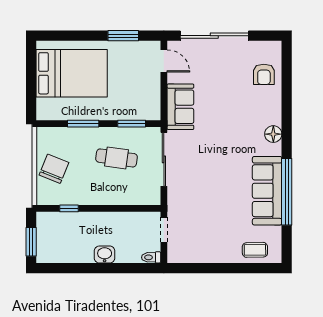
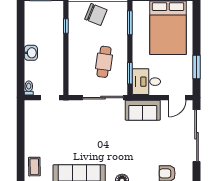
desk: (143, 102) -> (146, 82), added
window: (83, 124) -> (130, 23), moved

